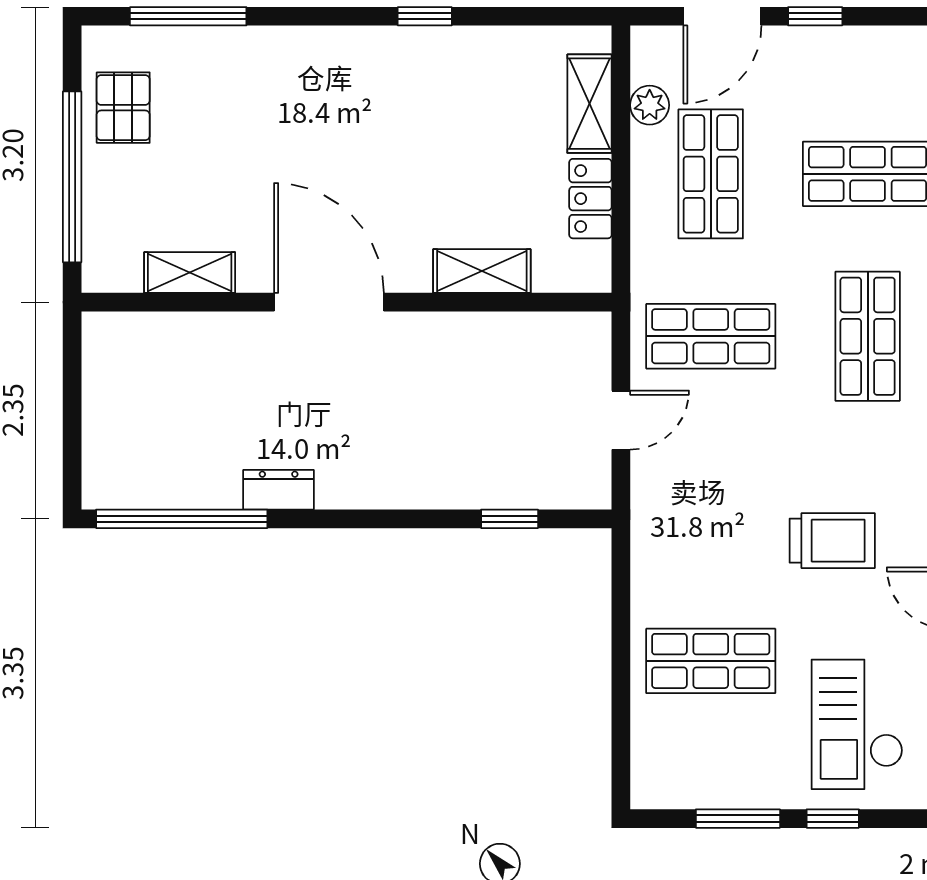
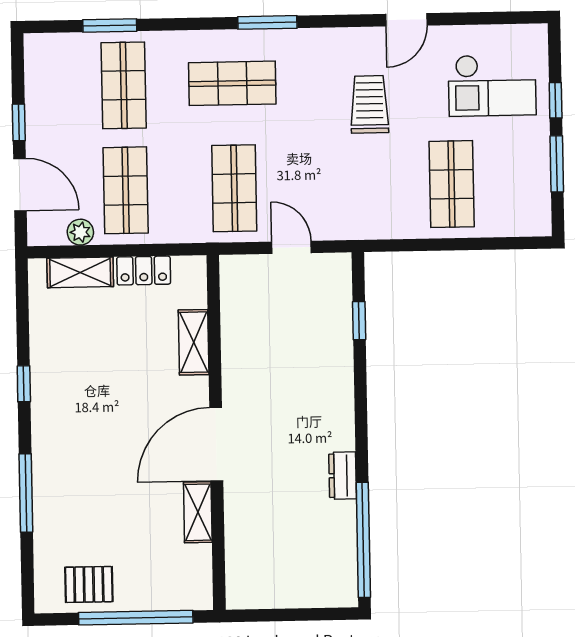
window: (188, 16) -> (26, 493), moved
shop shelf: (711, 174) -> (126, 190), turned 90
shelving: (190, 272) -> (198, 512), moved

